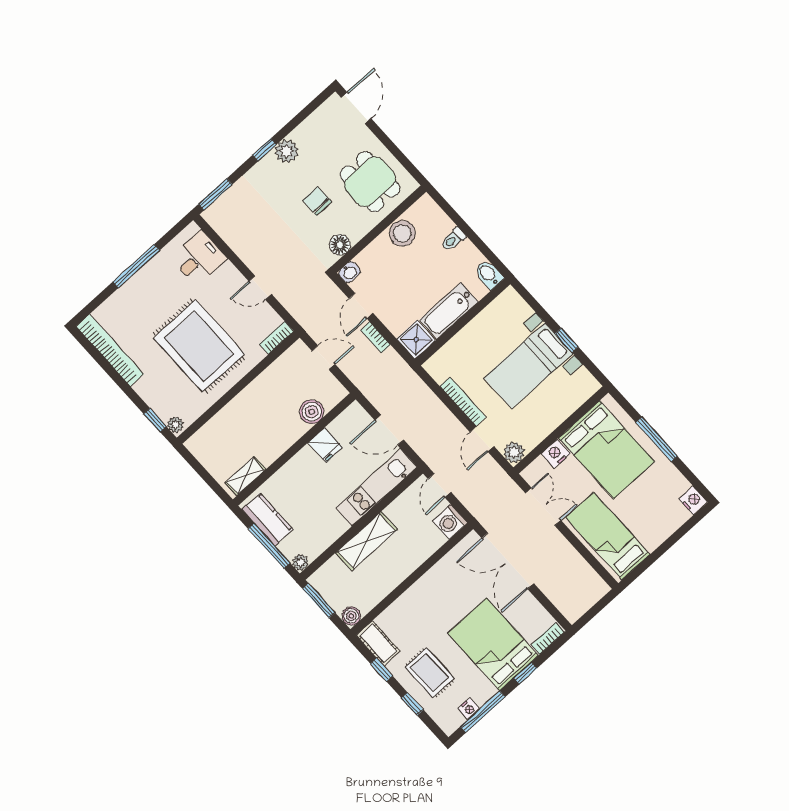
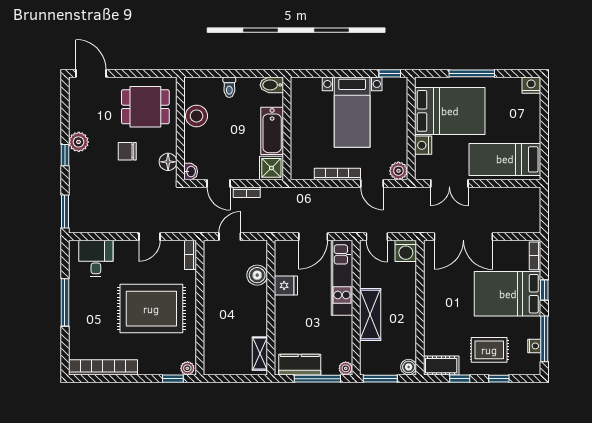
window: (567, 340) -> (390, 73), moved
double door: (543, 507) -> (449, 183), swing flipped

